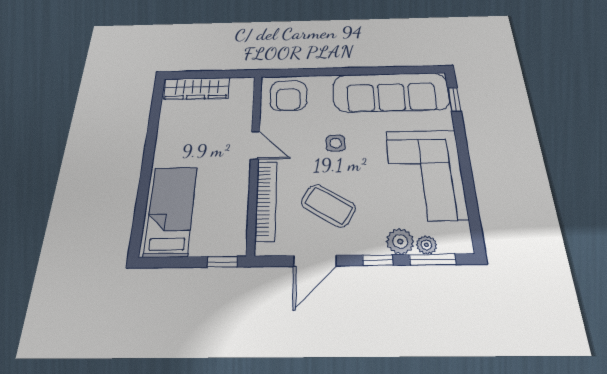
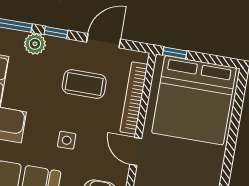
coffee table: (328, 206) -> (84, 84), turned -32
bed: (171, 211) -> (194, 100), width x2.04
plant: (426, 245) -> (16, 37), removed

